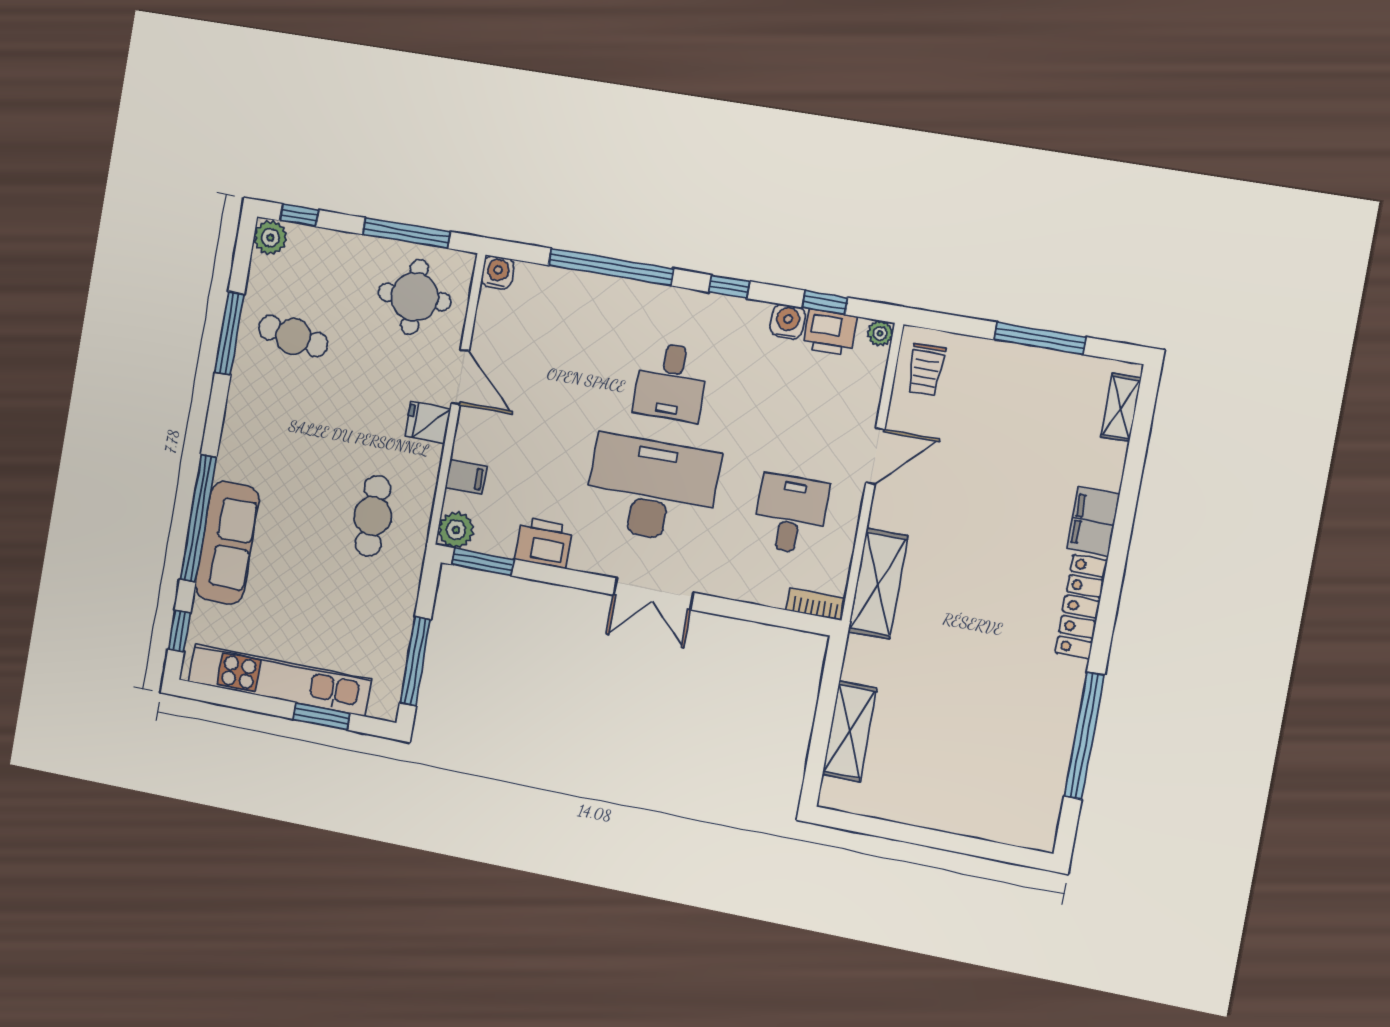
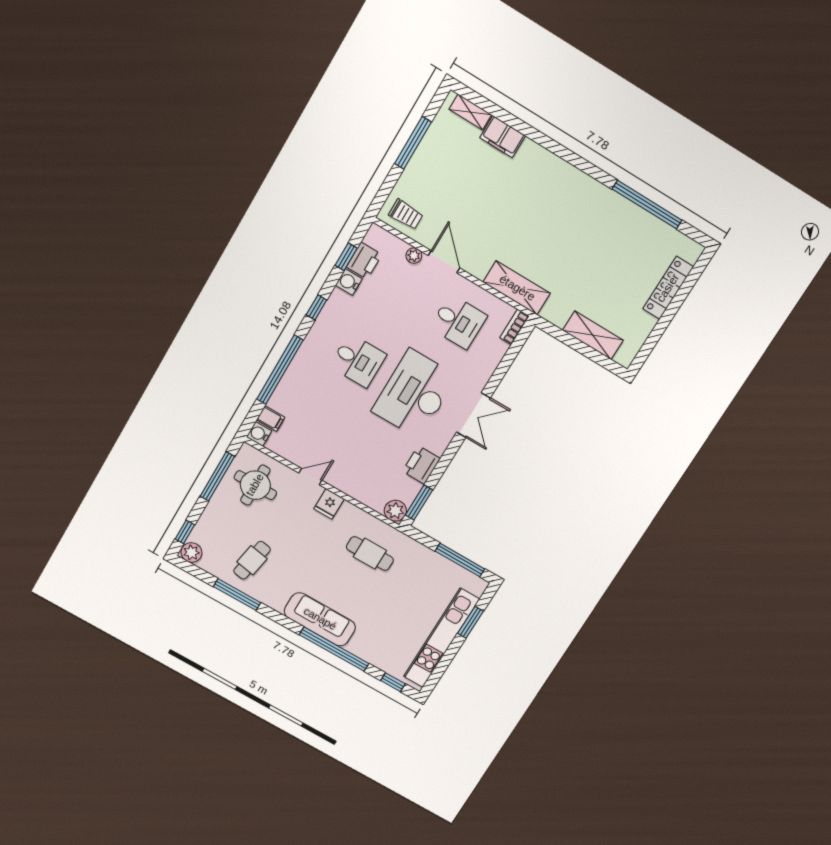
plant: (880, 333) -> (414, 256), moved
door: (460, 377) -> (310, 477), width x0.73
filing cabinet: (466, 477) -> (271, 419), moved, turned 90
desk: (791, 514) -> (458, 322), turned 180
filing cabinet: (1093, 521) -> (503, 137), moved
sofa: (227, 543) -> (320, 619), moved
locker: (1081, 607) -> (668, 288), moved, turned 90

